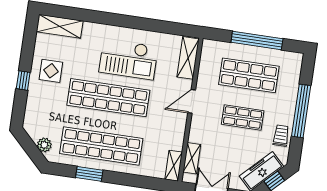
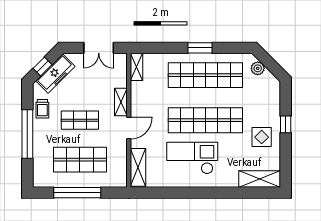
shelving: (192, 158) -> (121, 102), moved
window: (89, 174) -> (200, 48), moved

